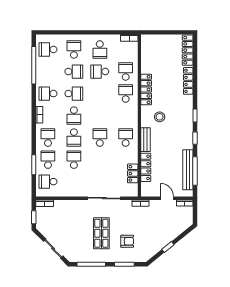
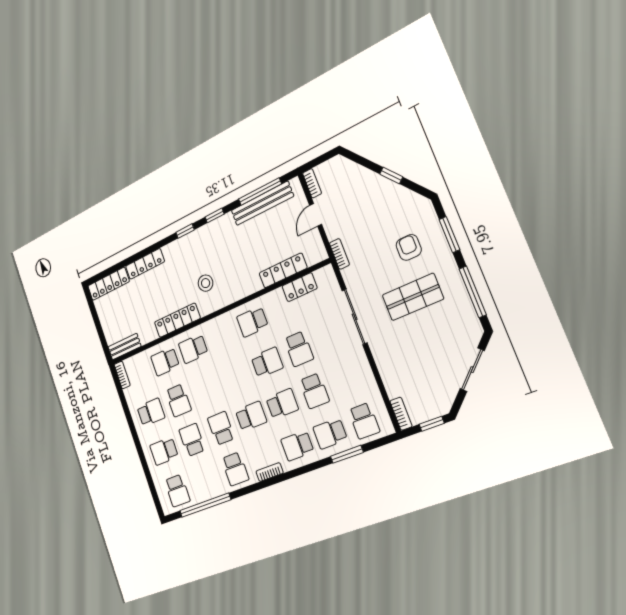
school desk: (100, 138) -> (267, 362), turned 180
bench: (145, 140) -> (125, 347), moved
school desk: (74, 160) -> (314, 391), turned -90
school desk: (100, 160) -> (299, 349), added

